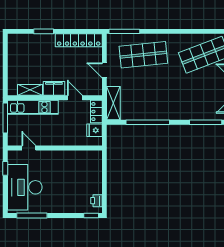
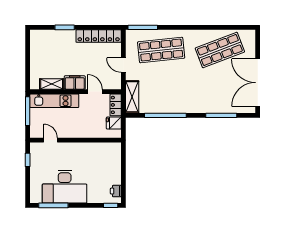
desk: (25, 187) -> (65, 187), moved, turned -90

